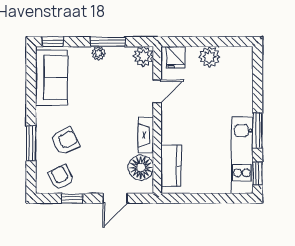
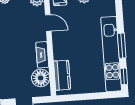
door: (157, 91) -> (48, 23), hinge flipped
kitchen unit: (242, 155) -> (111, 54), width x1.36

